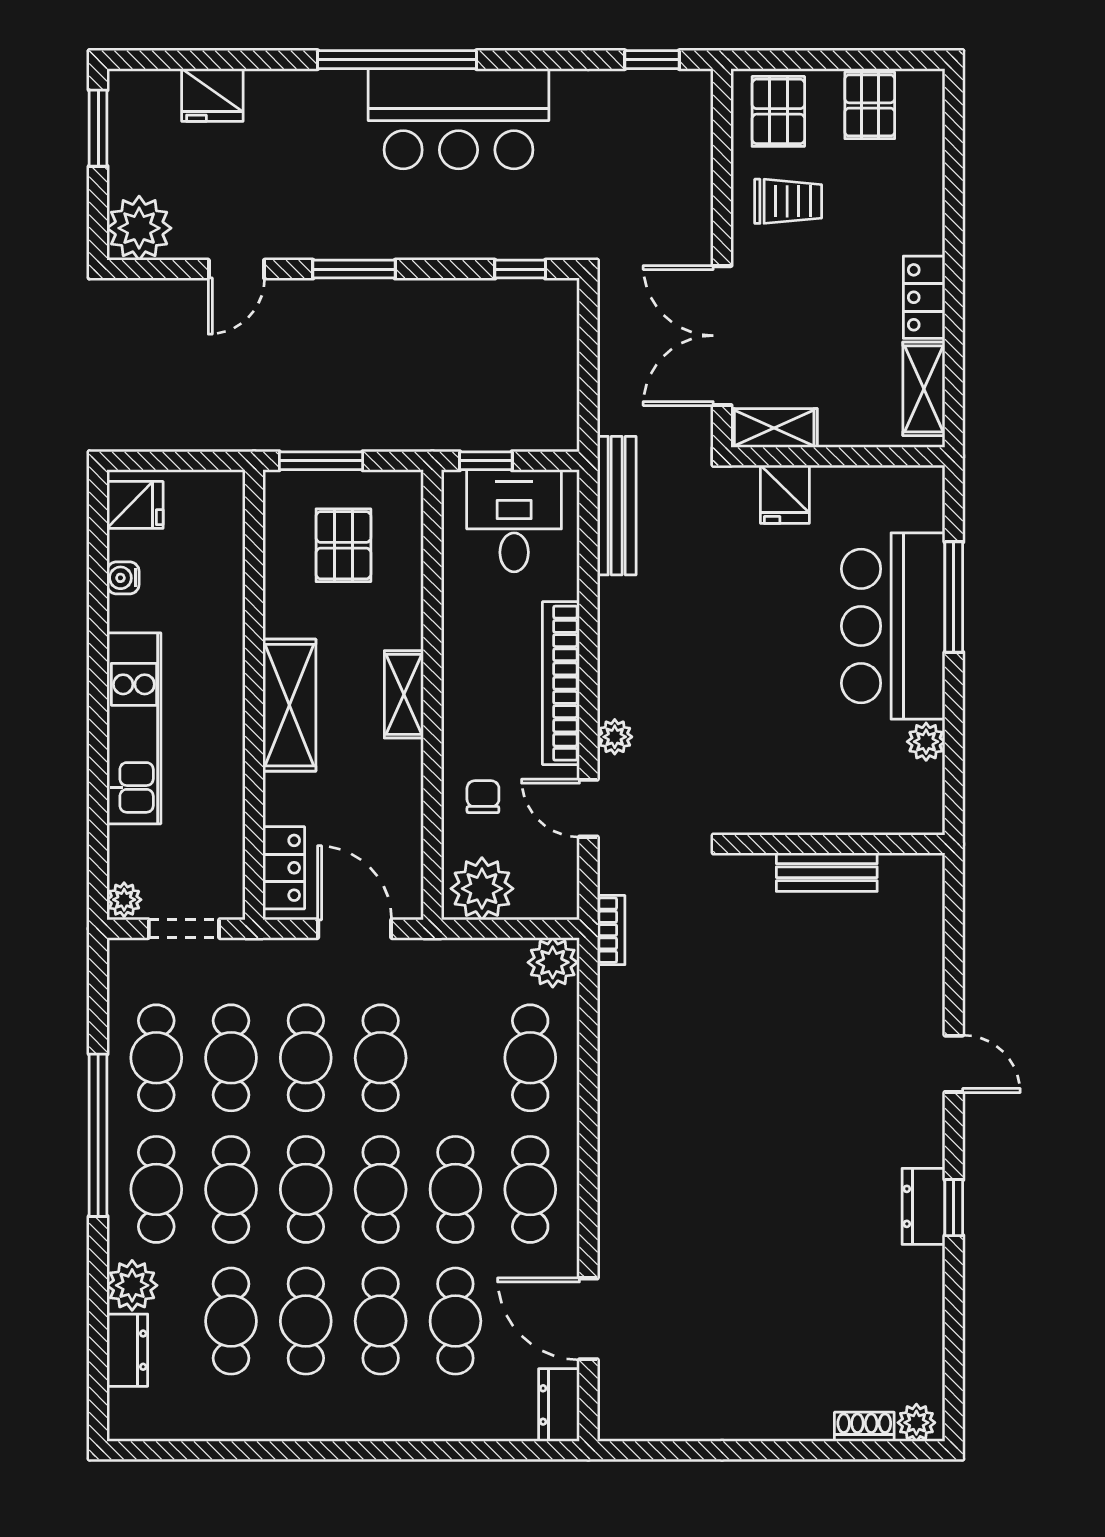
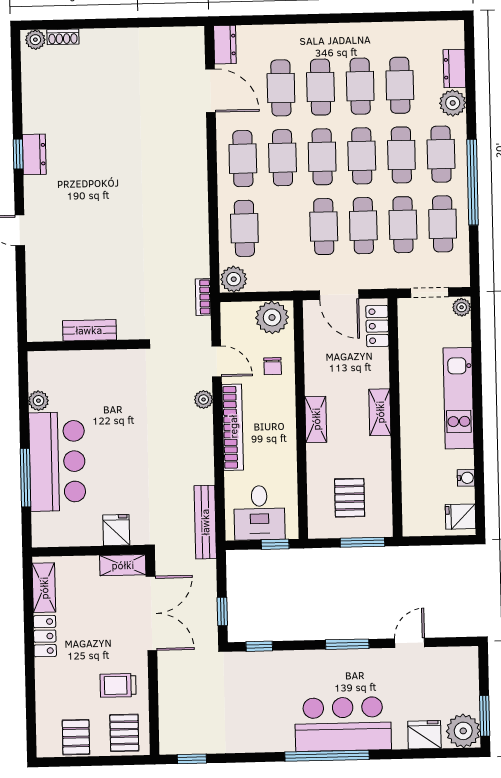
bar counter: (459, 119) -> (343, 724), moved
plant: (139, 228) -> (463, 731), moved
window: (588, 336) -> (222, 611), added
shelving: (289, 705) -> (380, 412), width x0.67, depth x0.75

